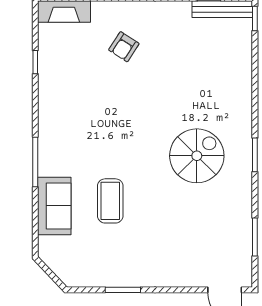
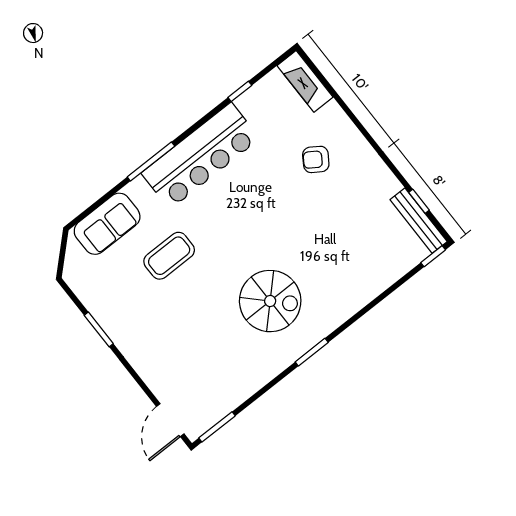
bar counter: (58, 125) -> (201, 156), added
sofa: (54, 206) -> (107, 224), moved
window: (255, 237) -> (217, 427), moved

